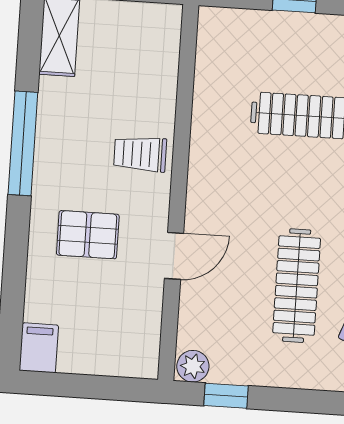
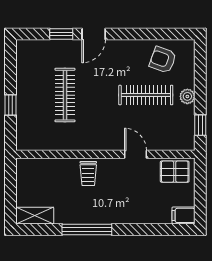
pallet: (88, 235) -> (175, 172), moved, turned 90
plant: (193, 366) -> (187, 96), moved

